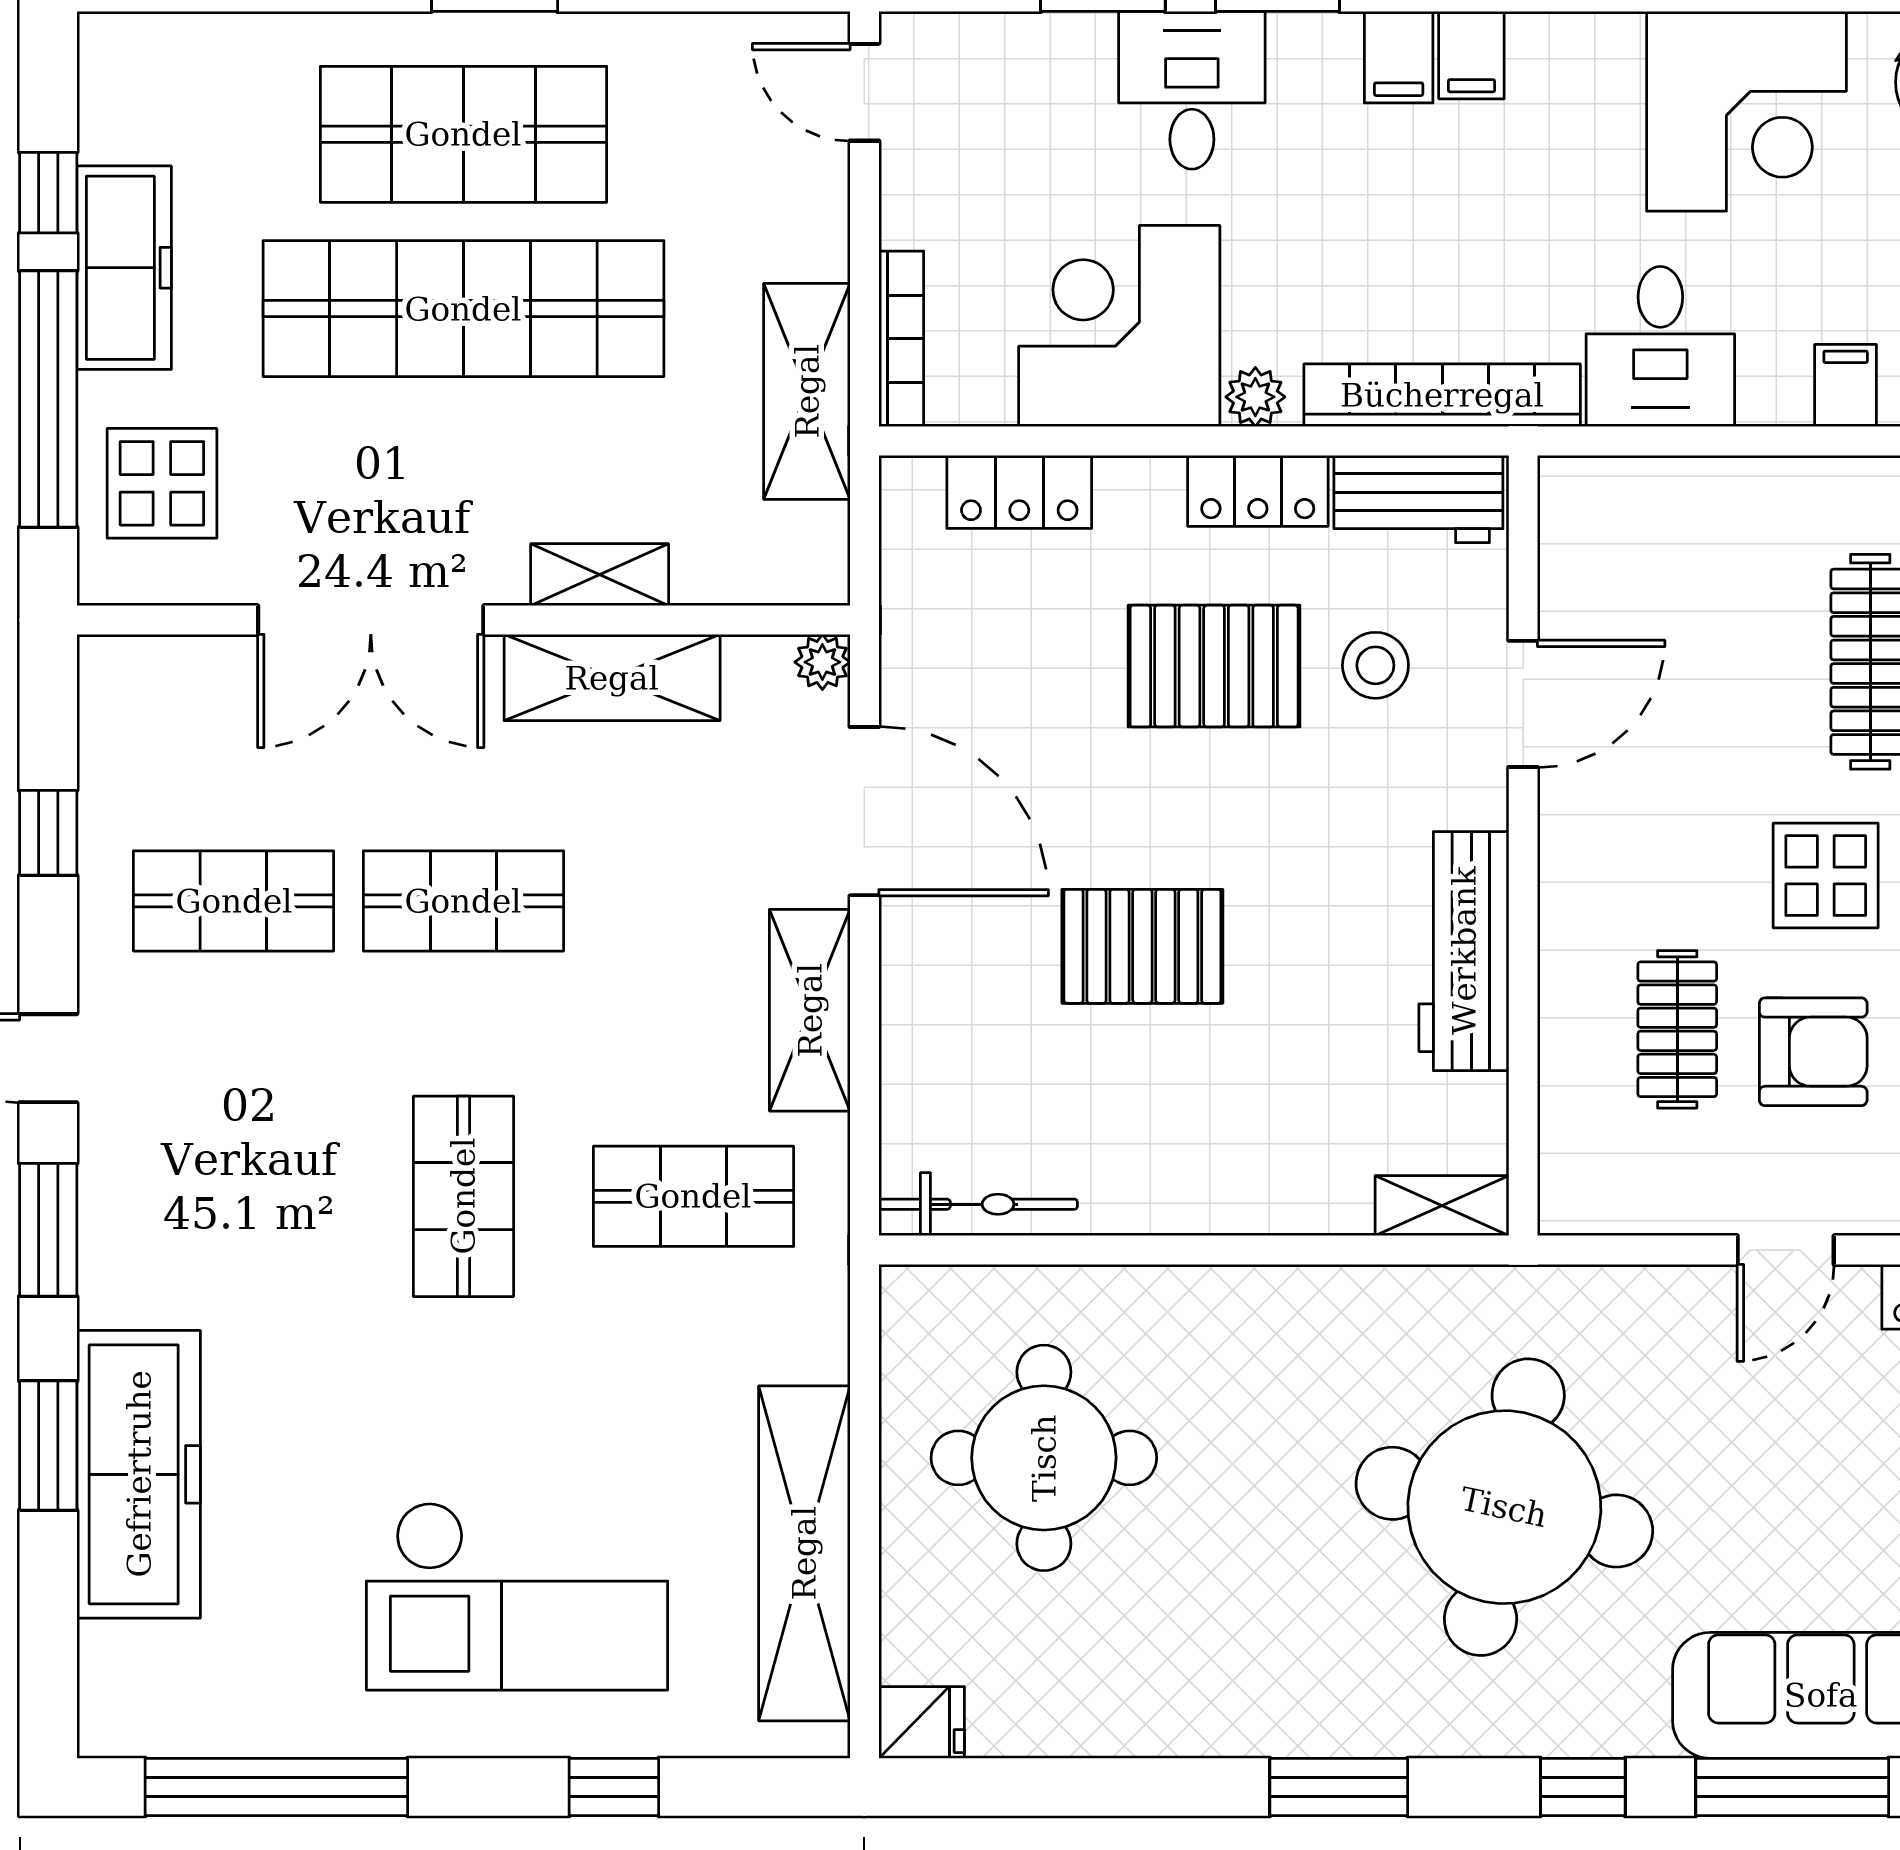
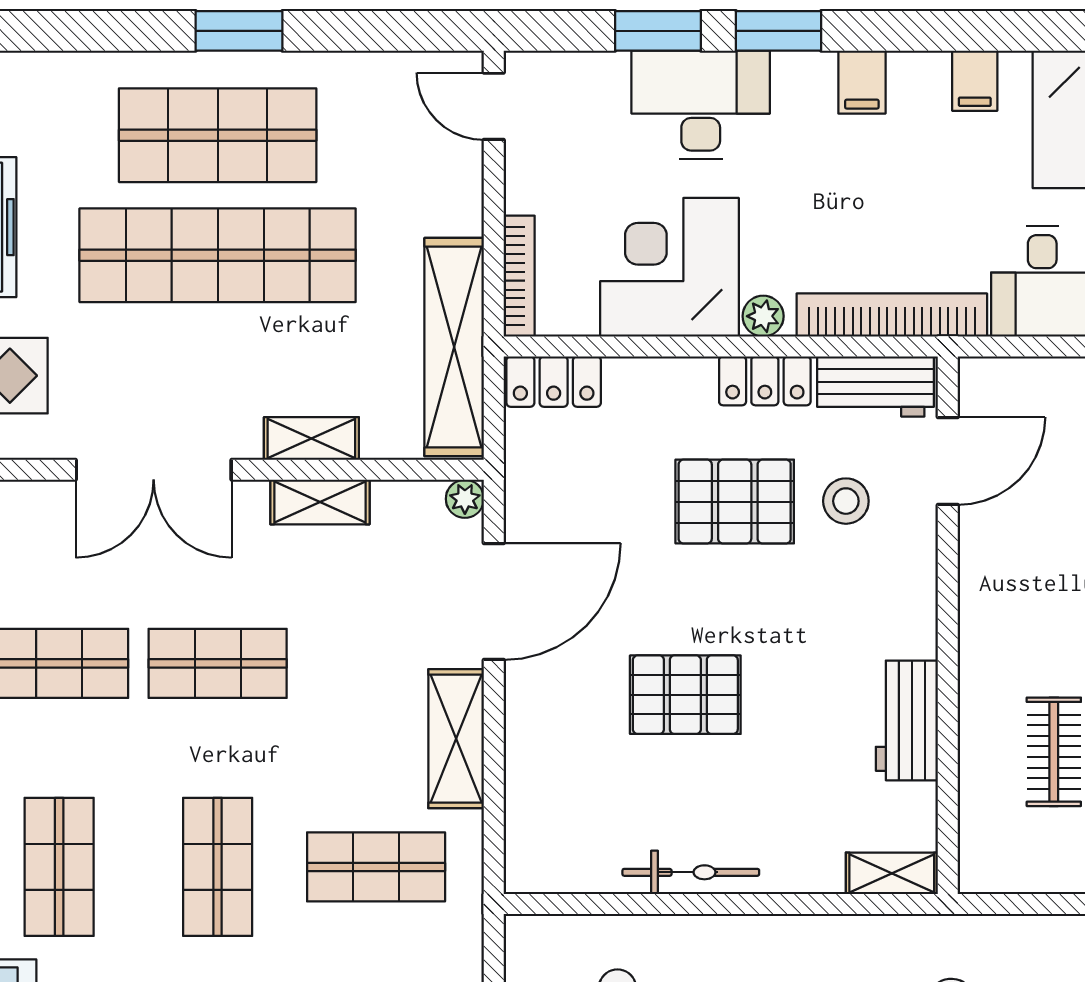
filing cabinet: (1471, 55) -> (975, 81), moved
desk: (1192, 90) -> (701, 105), width x1.37
shelving: (807, 391) -> (454, 347), width x1.47
locker: (1019, 492) -> (554, 382), moved
shelving: (612, 678) -> (320, 502), width x0.67, depth x0.75
door: (1523, 704) -> (948, 461), moved
door: (864, 811) -> (494, 602), hinge flipped
workbench: (1464, 951) -> (907, 720), width x0.73
shop shelf: (234, 1196) -> (59, 867), added
bicycle: (978, 1204) -> (691, 872), moved

